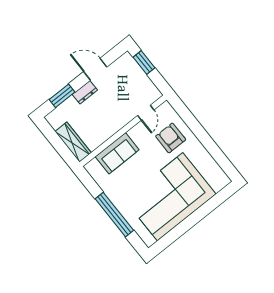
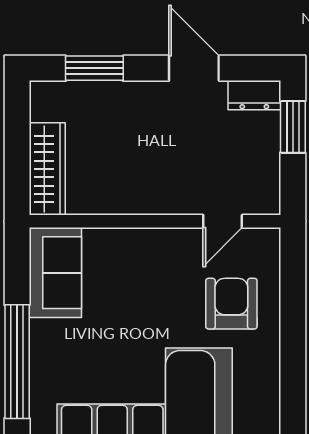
dresser: (85, 92) -> (254, 95), moved
sofa: (117, 153) -> (55, 273), moved, turned -90

